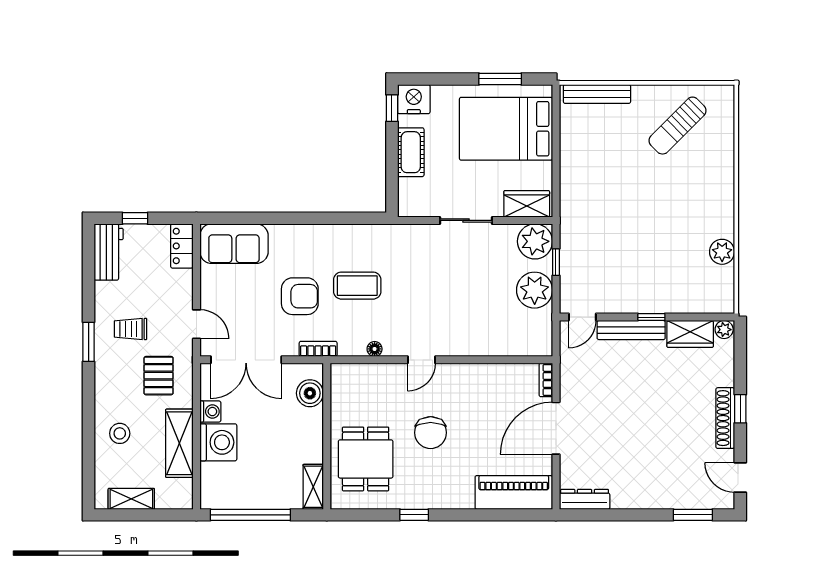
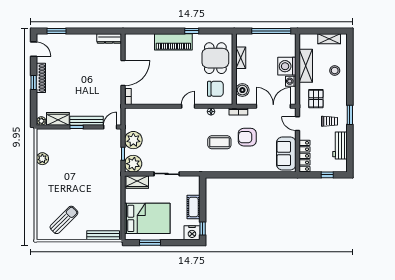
sofa: (234, 244) -> (286, 153), moved, turned -90
locker: (182, 246) -> (305, 156), width x1.53
workbench: (109, 252) -> (340, 145), moved
chair: (431, 433) -> (215, 89), moved, turned 90
shelving: (313, 487) -> (241, 58), moved
piano: (514, 492) -> (173, 42), moved

